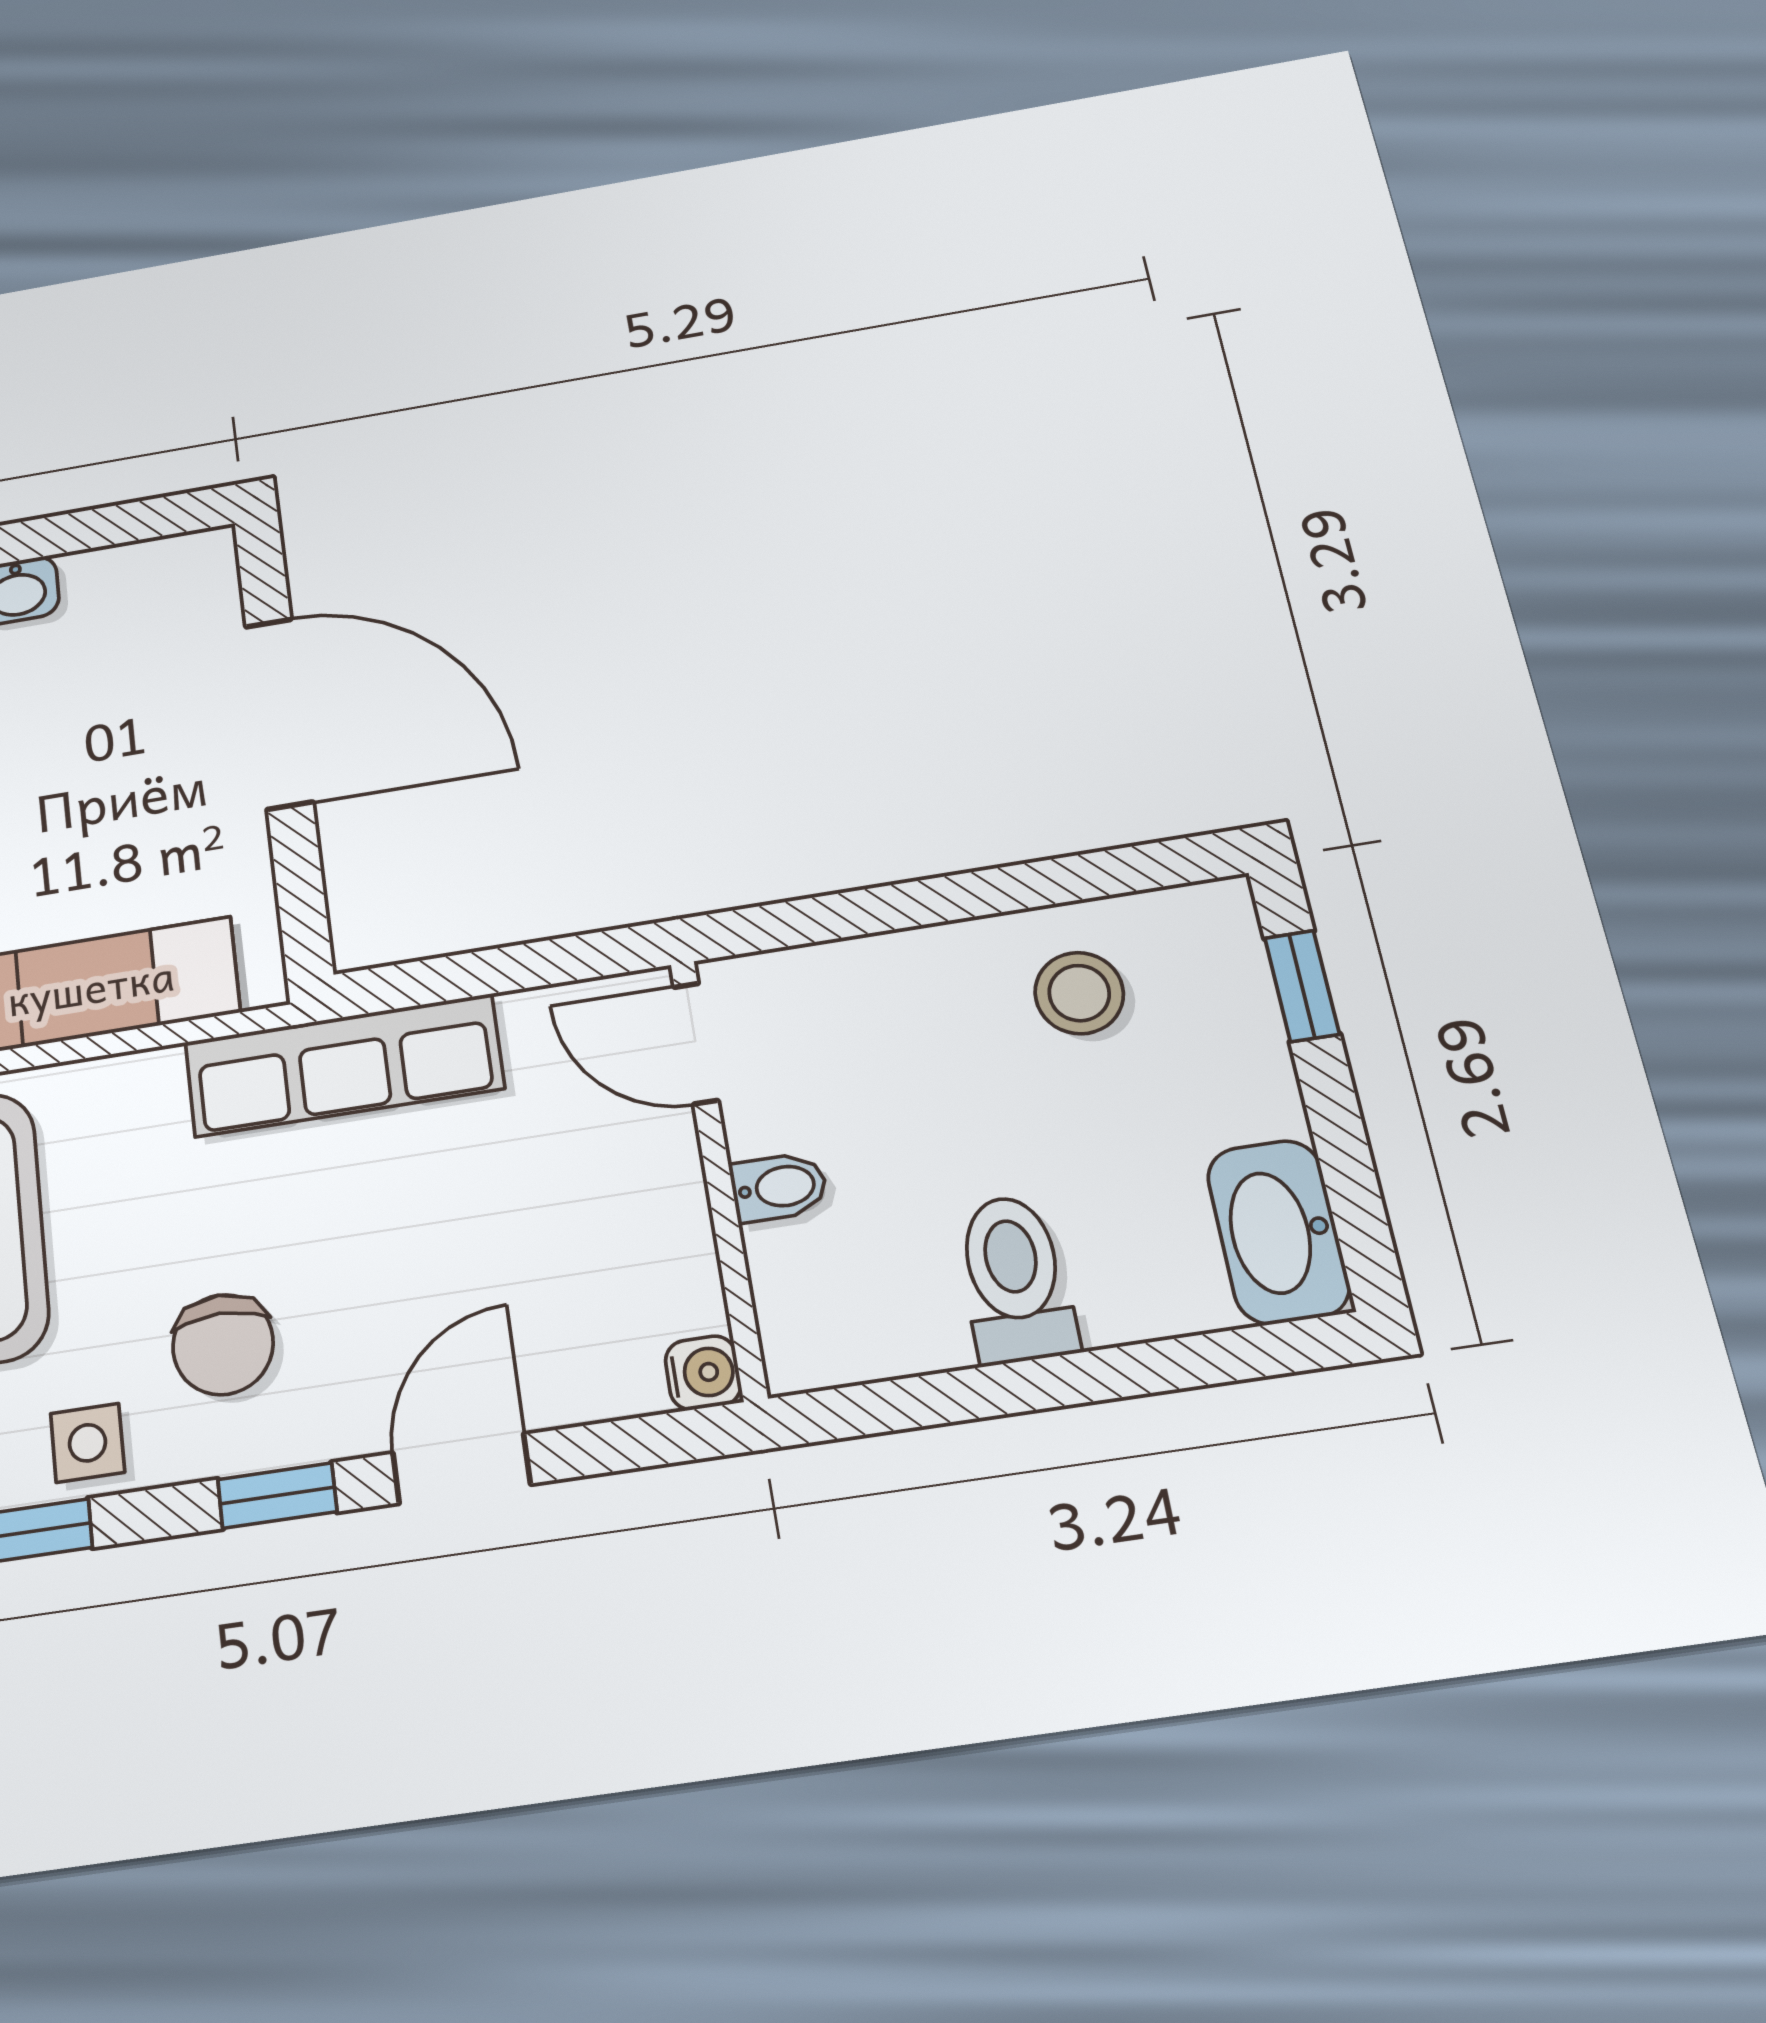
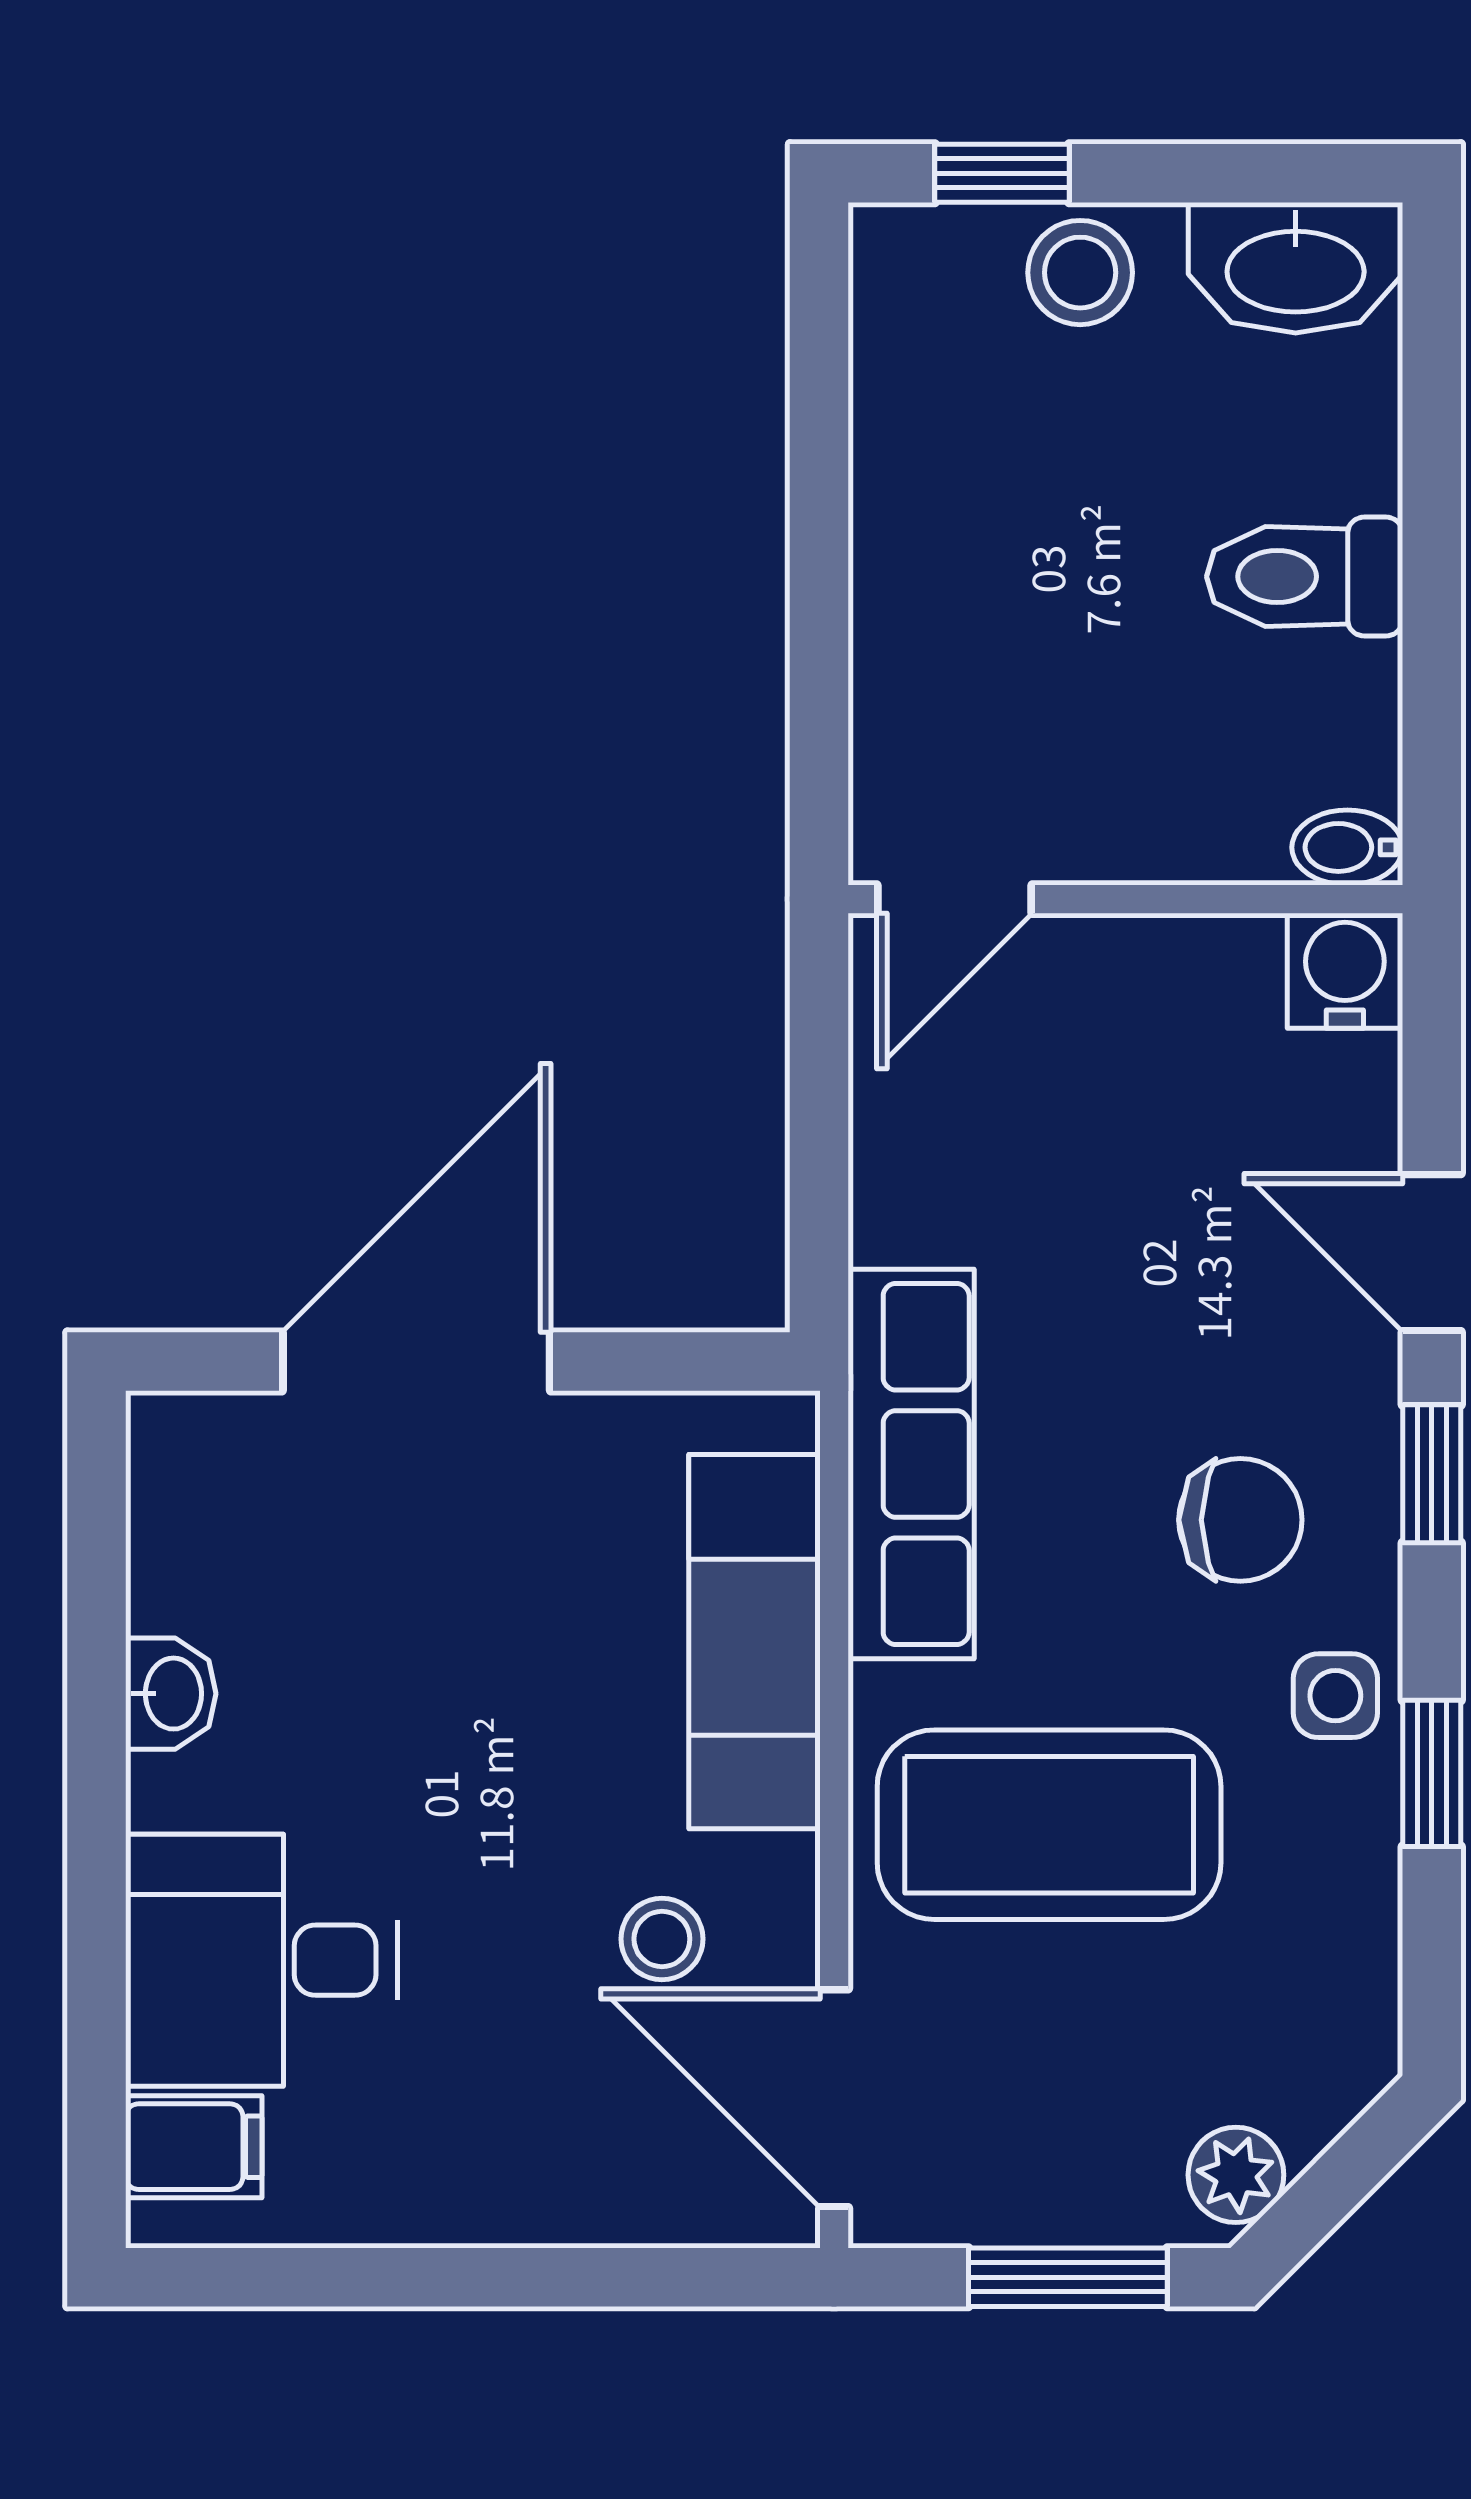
stool: (1079, 993) -> (1080, 273), moved
row of seats: (344, 1065) -> (911, 1464), moved
bidet: (779, 1187) -> (1347, 847), moved, turned -90
water cooler: (703, 1373) -> (1345, 971), width x1.38, depth x1.38

